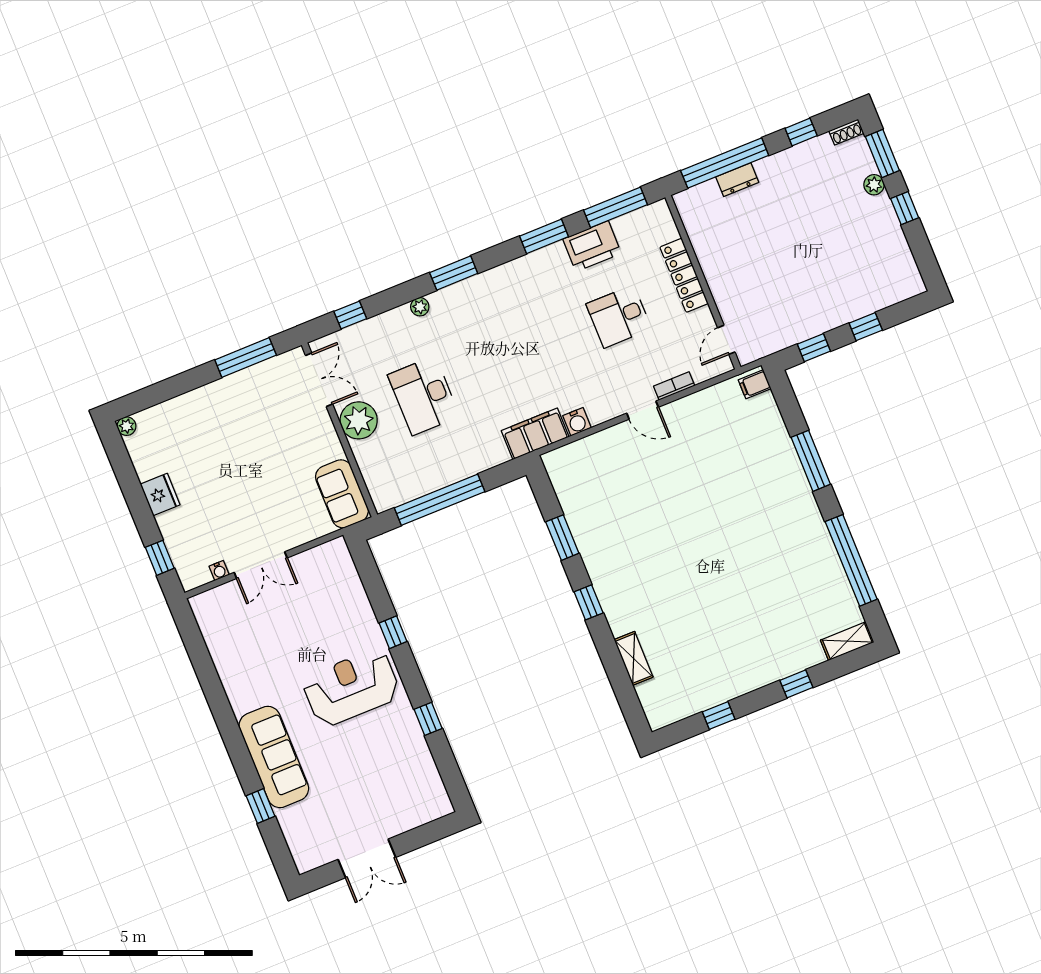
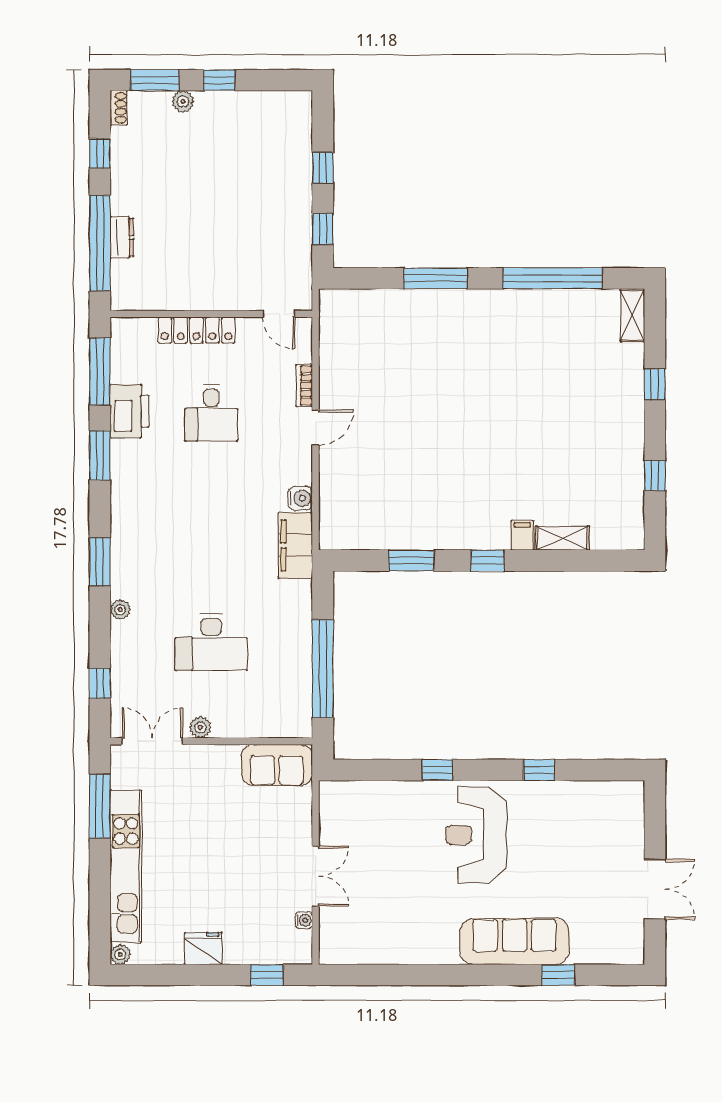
filing cabinet: (755, 384) -> (522, 535), moved, turned 180
kitchen unit: (204, 400) -> (126, 866), added
plant: (359, 420) -> (200, 727), width x0.53, depth x0.53

